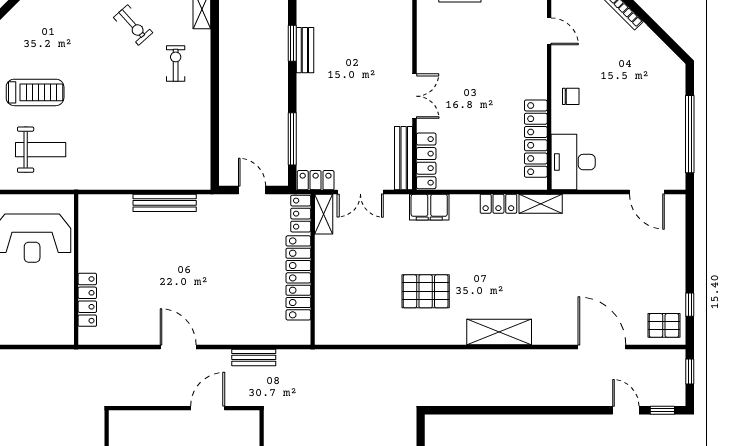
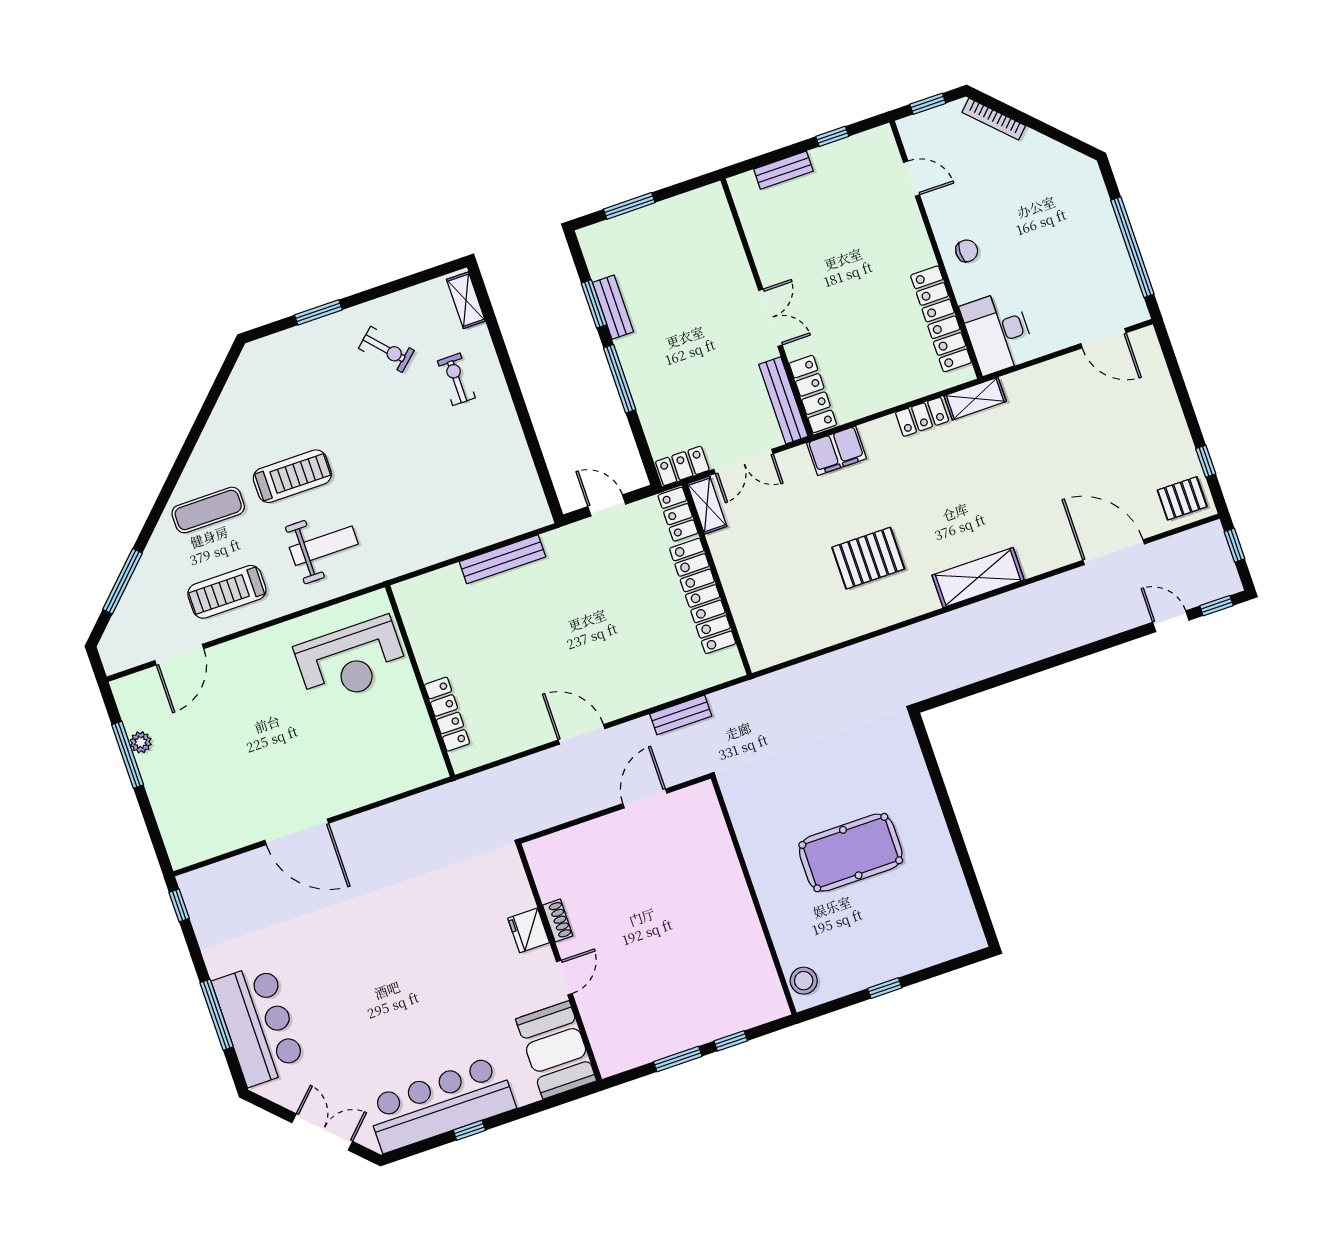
window: (292, 139) -> (620, 379), moved

